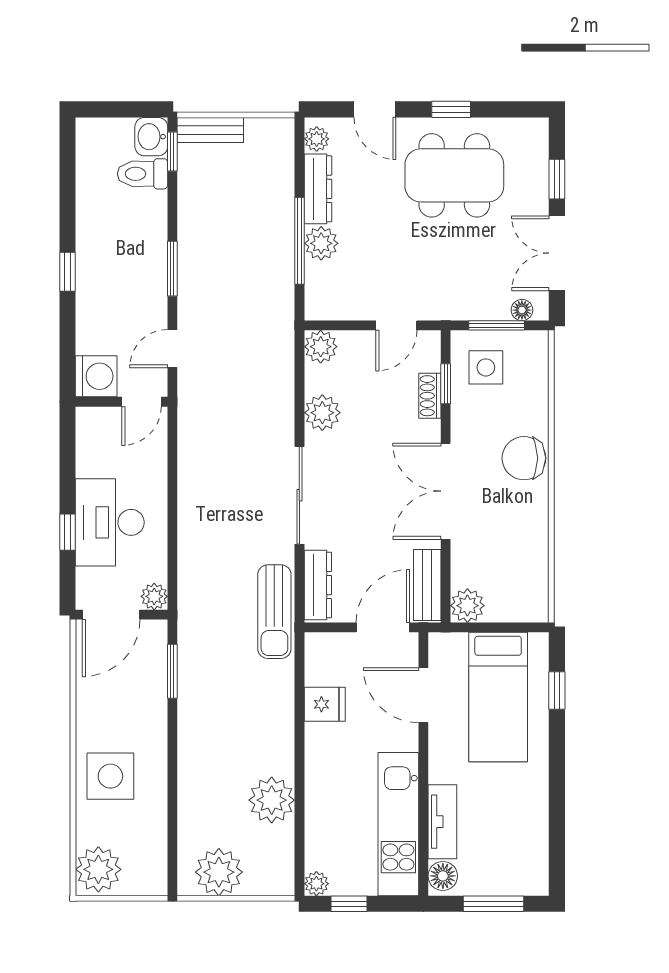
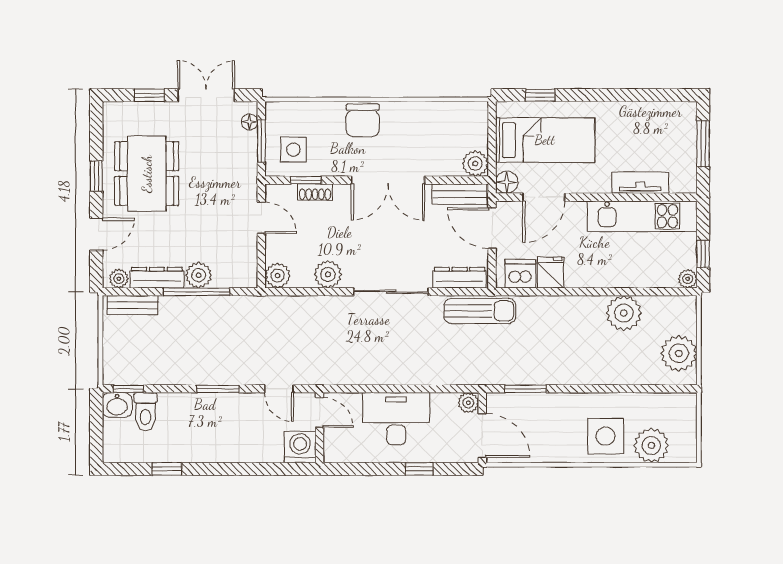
bench: (210, 130) -> (133, 305), moved, turned 90
double door: (557, 253) -> (206, 95), swing flipped
window: (68, 272) -> (167, 469), moved
desk: (110, 522) -> (396, 419), moved, turned 180
dishwasher: (323, 664) -> (520, 274), added
plant: (98, 869) -> (651, 445), moved
floor lamp: (443, 876) -> (507, 182), moved

